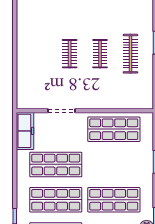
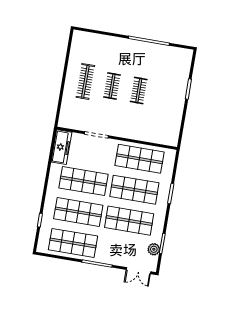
clothes rail: (130, 54) -> (85, 81), moved
shop shelf: (114, 164) -> (134, 190), added

